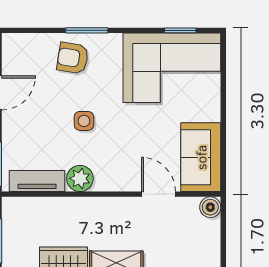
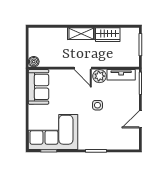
armchair: (73, 58) -> (103, 137), removed
door: (158, 194) -> (83, 68), moved

